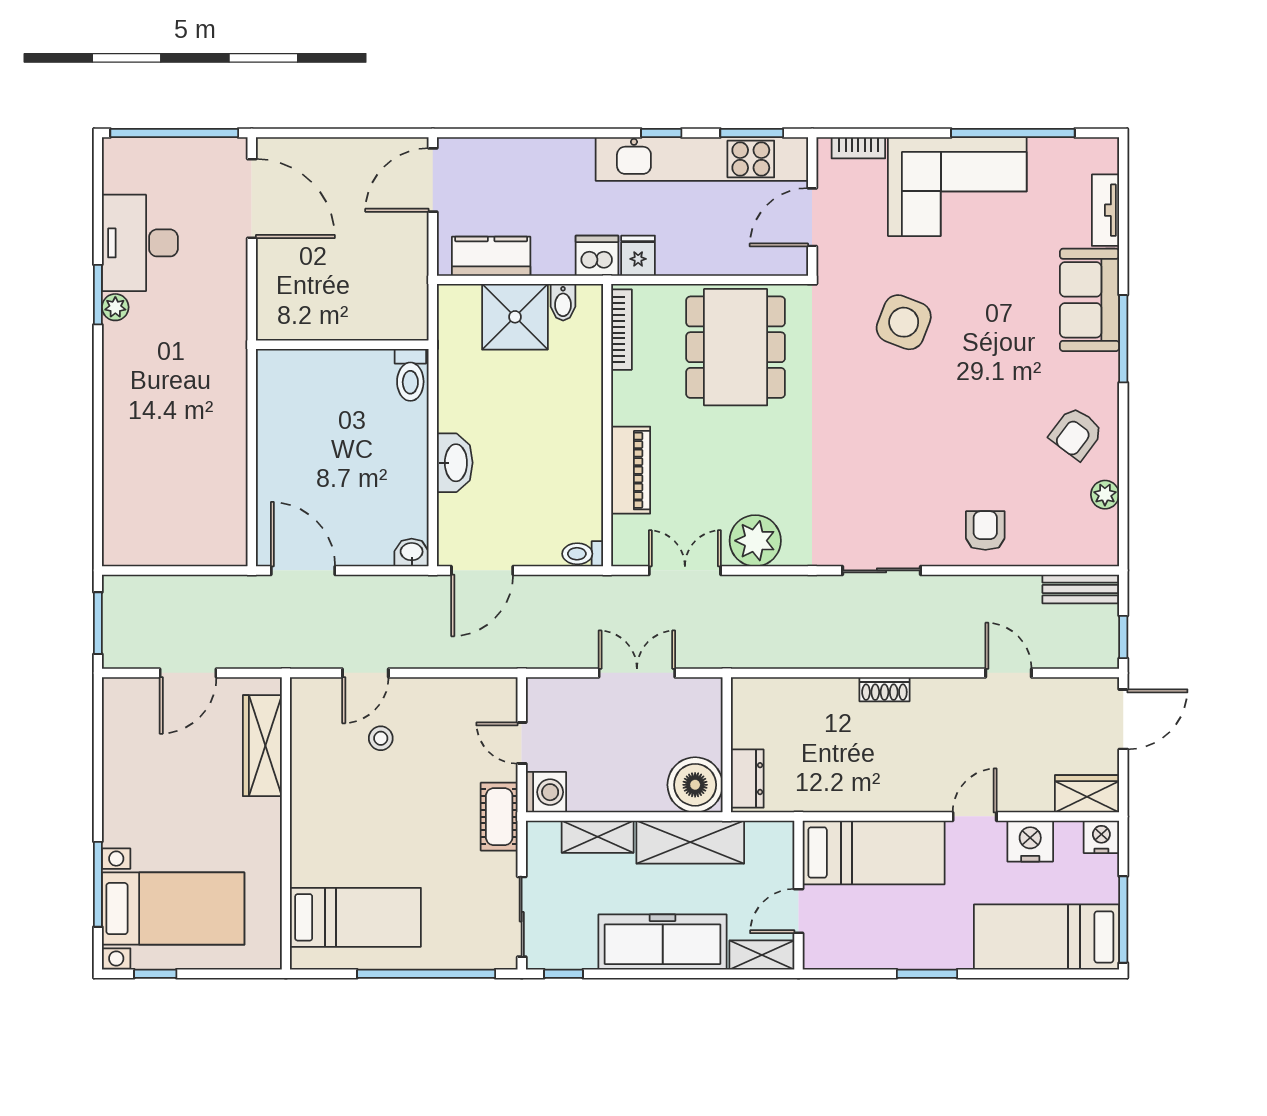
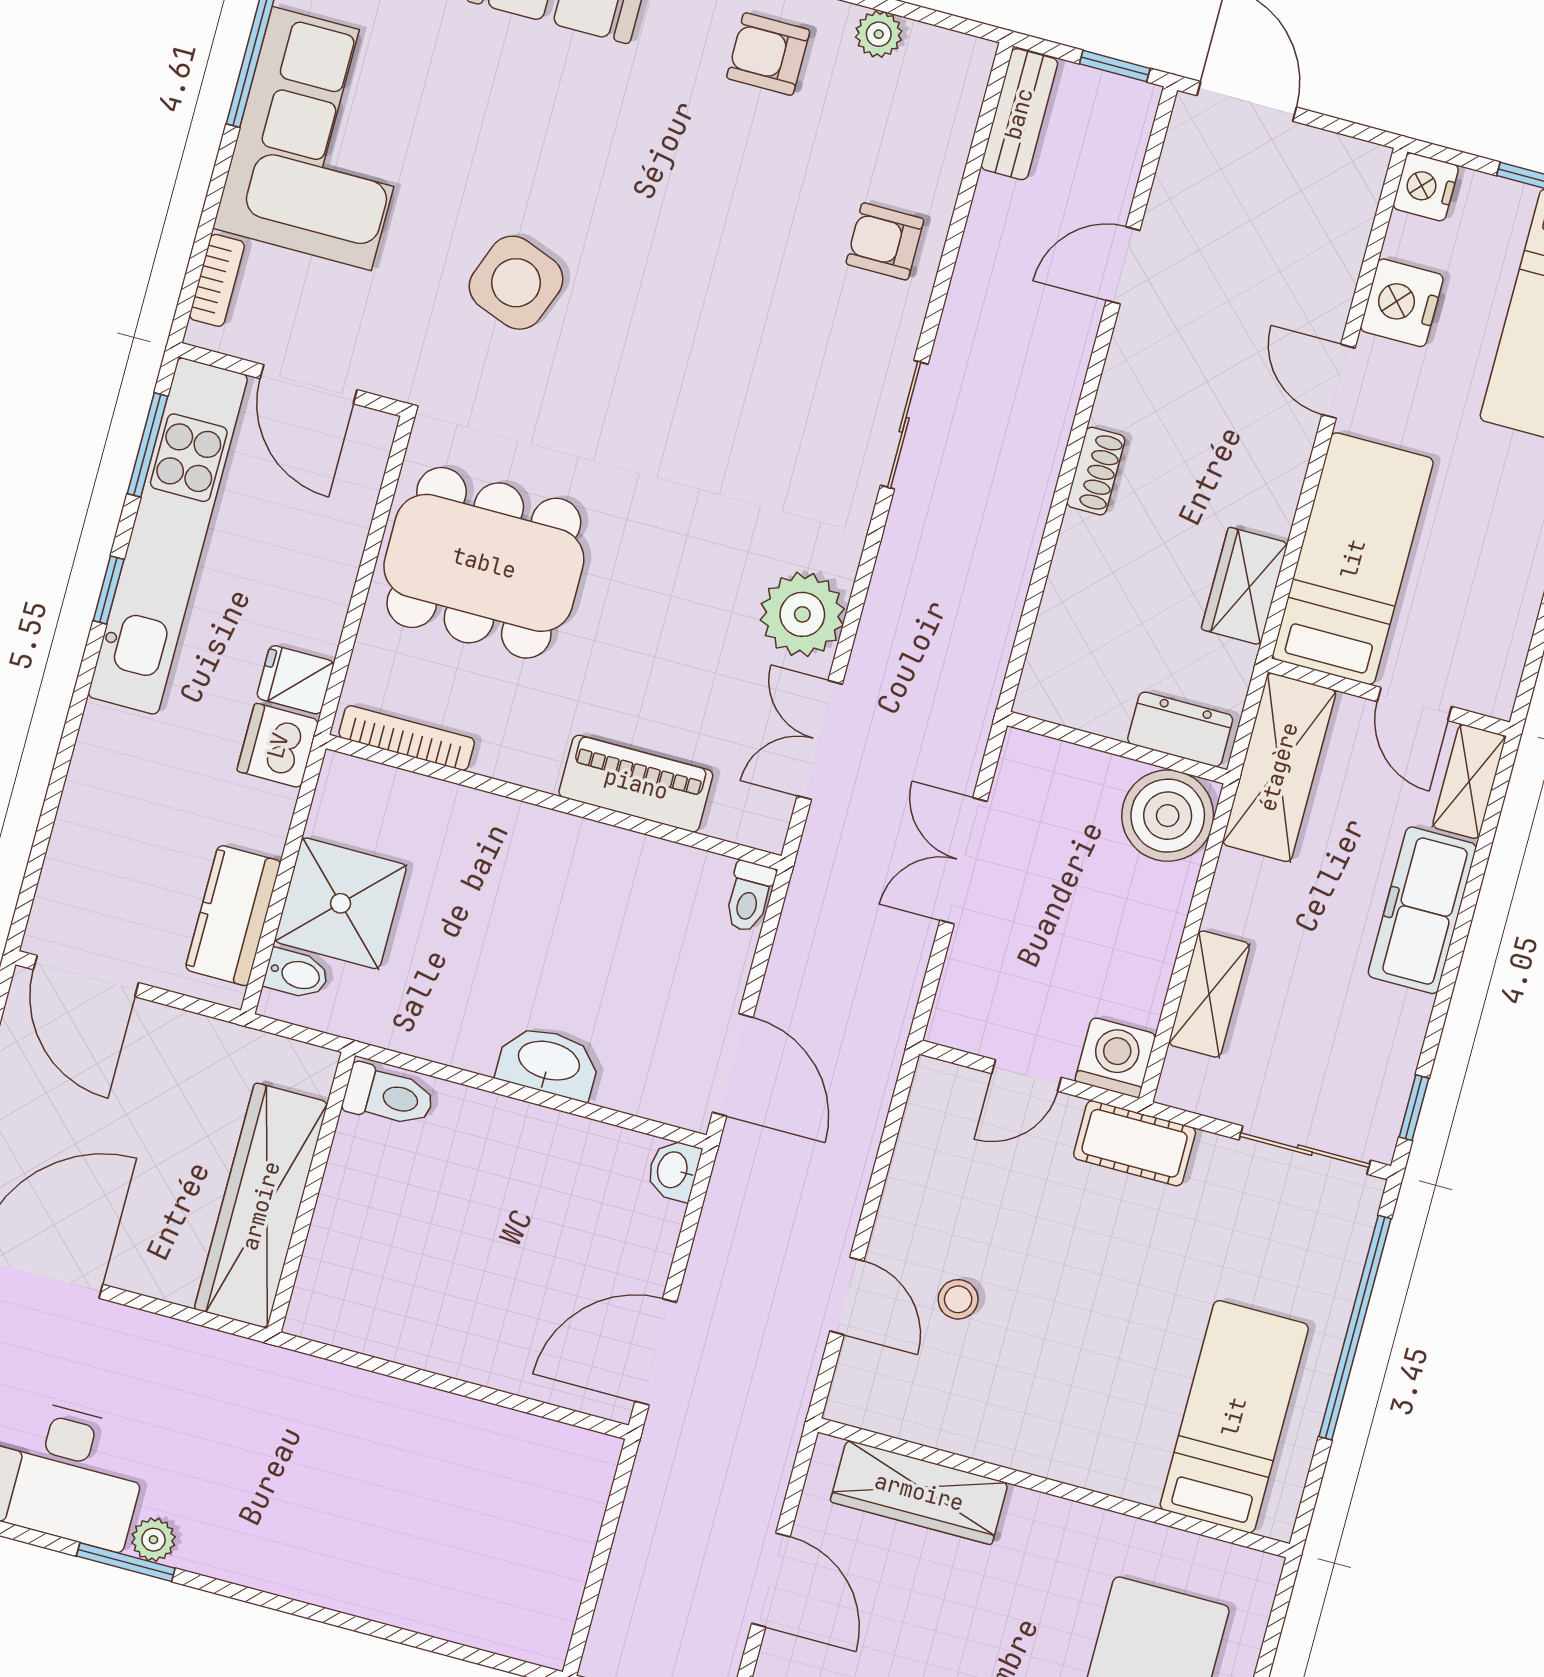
bidet: (563, 302) -> (297, 974), moved
wardrobe: (327, 318) -> (261, 1206), added
armchair: (1076, 433) -> (768, 54), turned 143
wardrobe: (1087, 794) -> (1245, 586), moved
shelving: (690, 842) -> (1279, 767), moved
freezer: (663, 942) -> (1422, 910), width x0.73, depth x0.79

